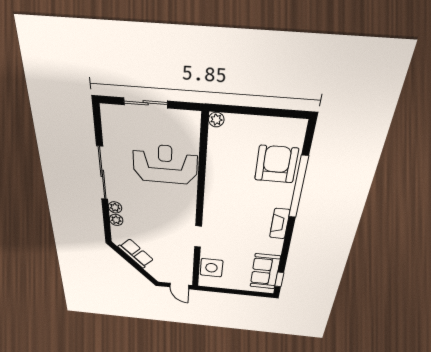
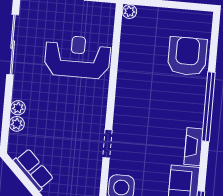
sliding door: (102, 173) -> (13, 45), moved
window: (298, 187) -> (209, 107), moved
fireplace: (280, 224) -> (193, 147), moved

